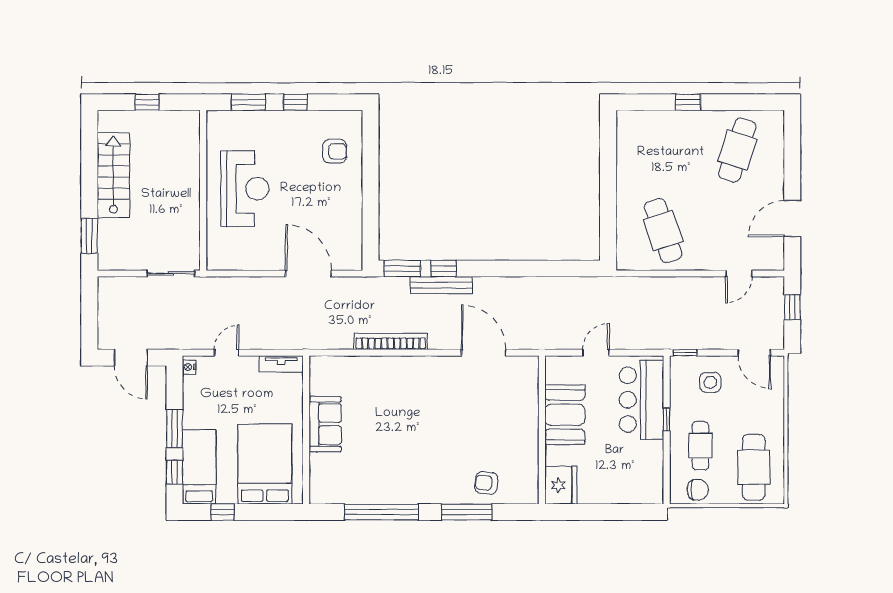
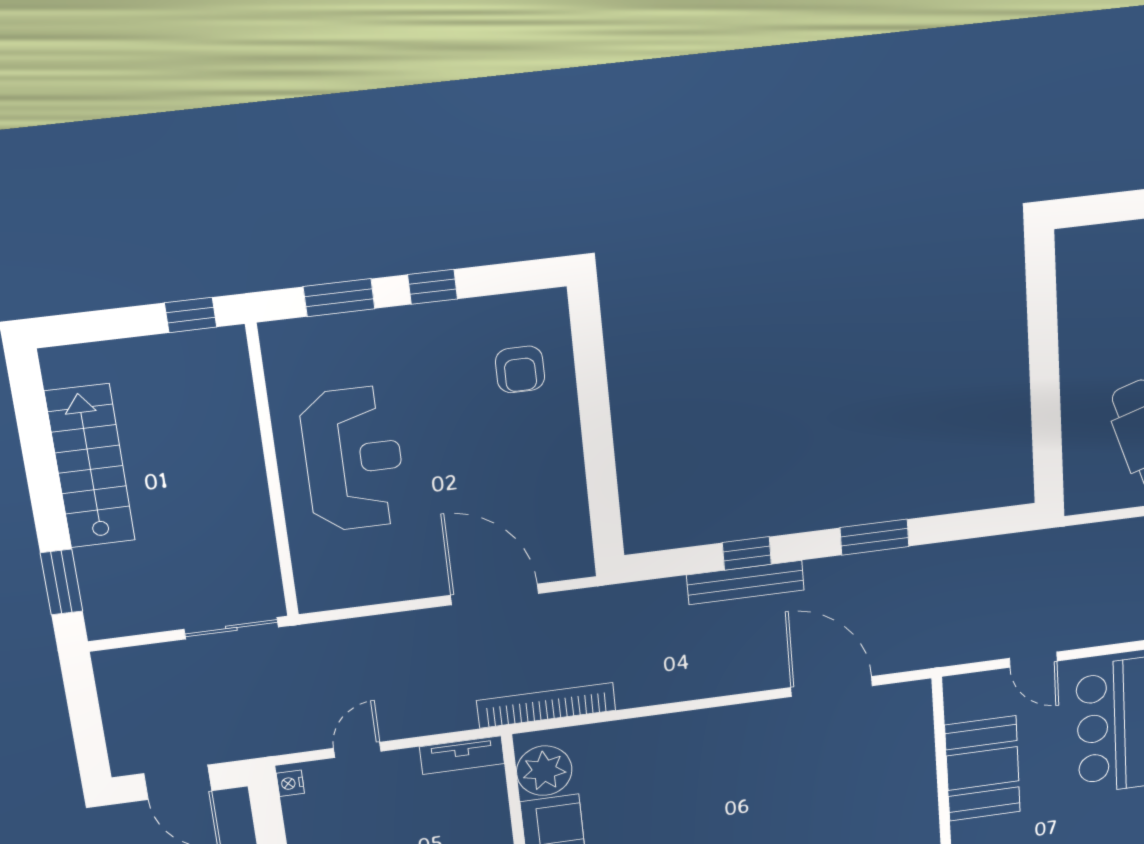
window: (147, 102) -> (191, 315), moved
armchair: (335, 151) -> (520, 369), turned 90
window: (402, 269) -> (874, 537), moved
bookcase: (391, 341) -> (546, 705), moved
door: (596, 353) -> (1033, 660), swing flipped
plant: (324, 380) -> (544, 771), added

